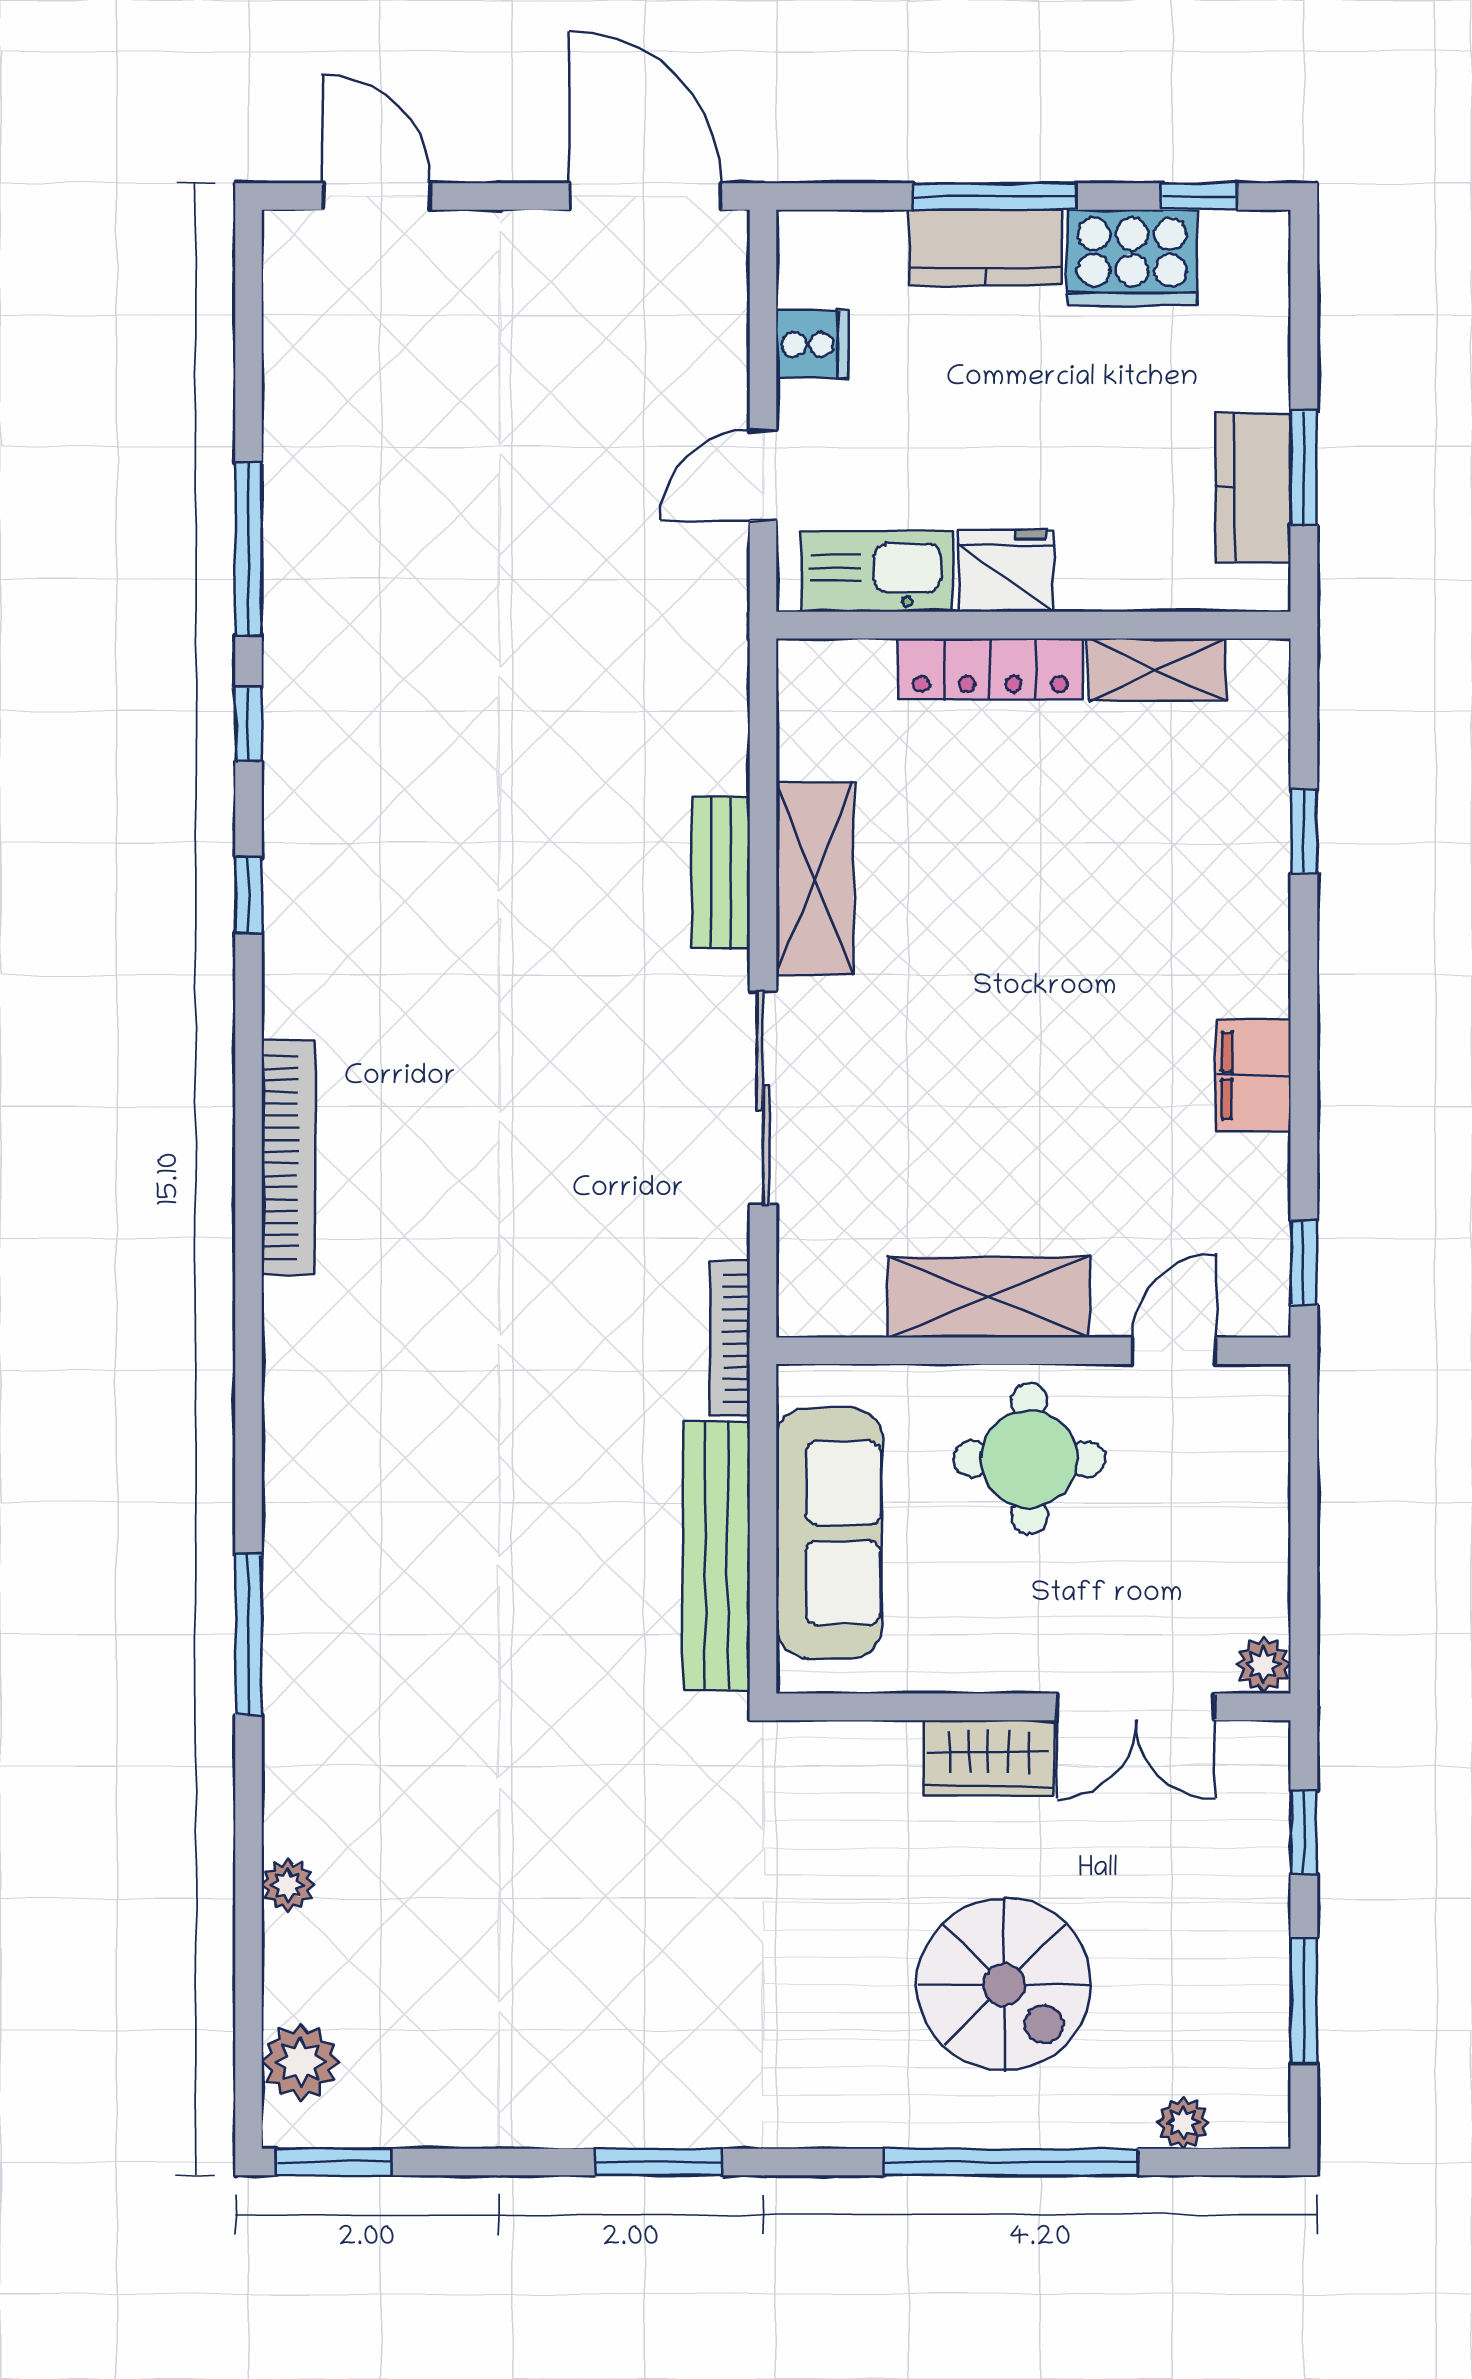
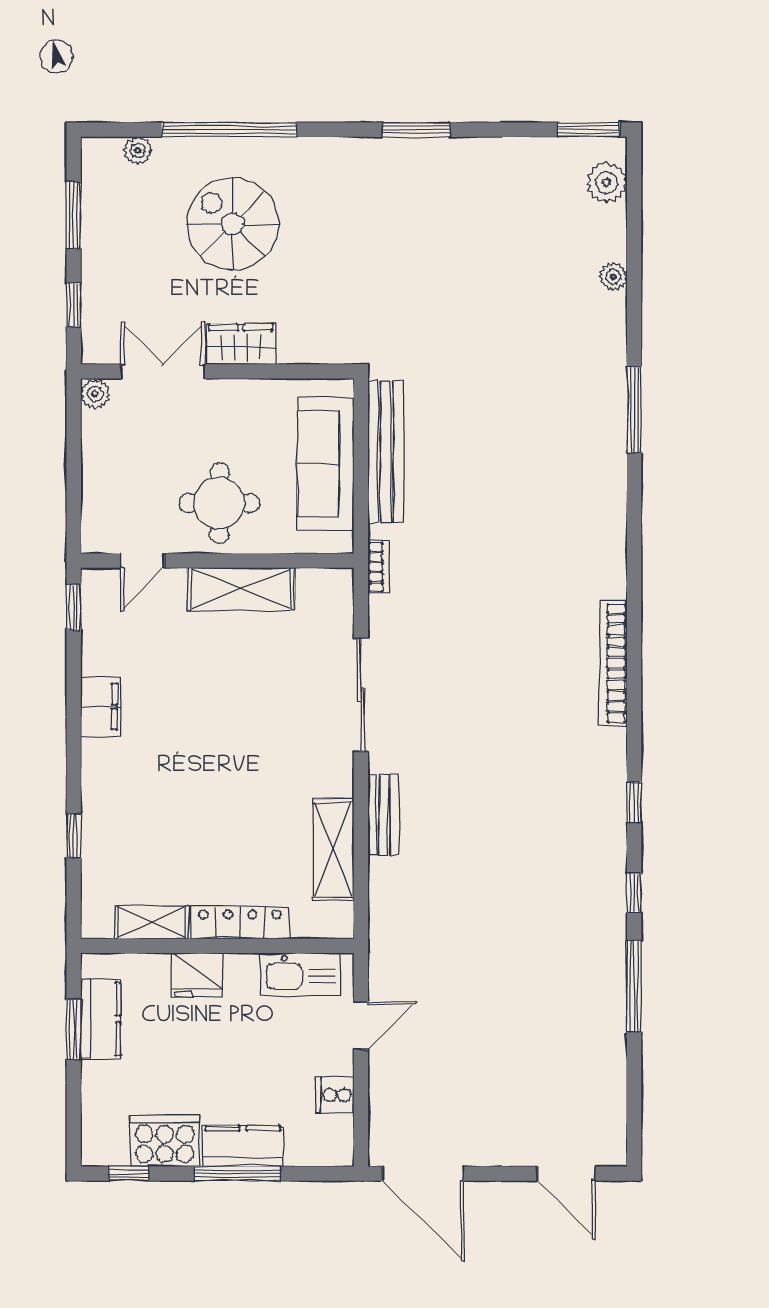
fridge: (1006, 571) -> (197, 975), moved
shelving: (815, 879) -> (333, 849), moved
bookcase: (730, 1338) -> (378, 567), width x0.64

